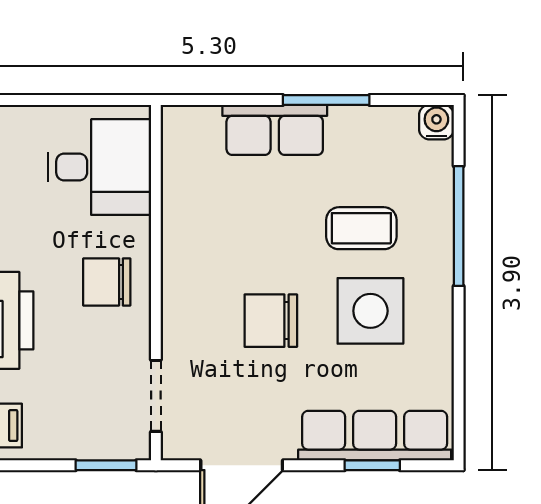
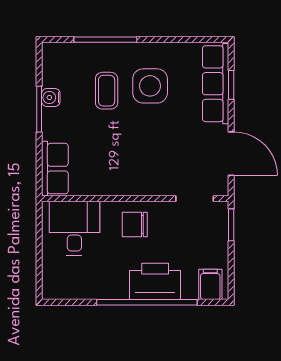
water cooler: (436, 122) -> (51, 98), moved
row of seats: (275, 130) -> (55, 169), moved
chair: (107, 282) -> (135, 224), turned 90
chair: (271, 321) -> (155, 138), removed

